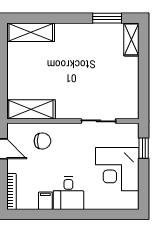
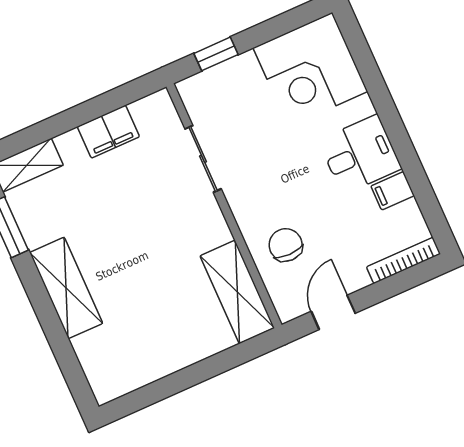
shelving: (31, 32) -> (66, 288), moved
filing cabinet: (130, 83) -> (108, 132), added
corner desk: (117, 169) -> (310, 70), moved, turned 90

